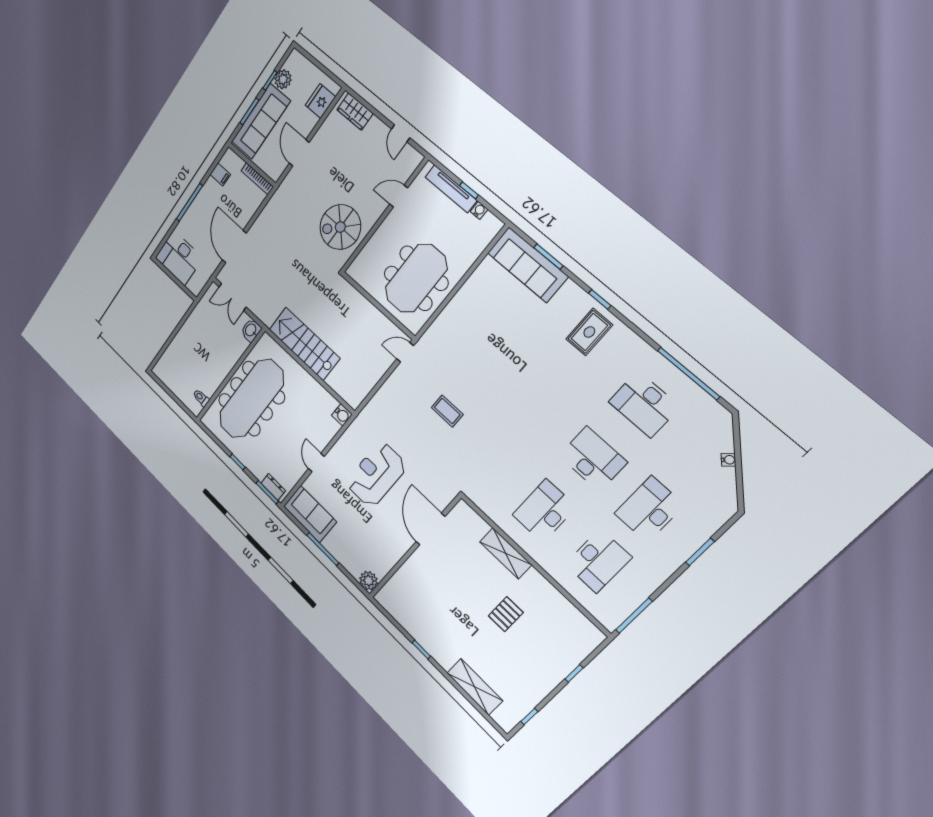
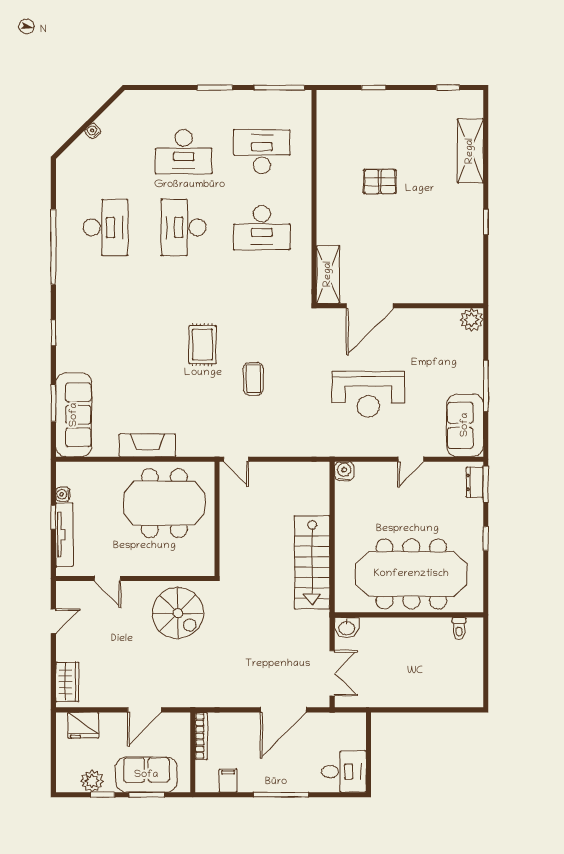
sofa: (261, 121) -> (146, 775), width x0.73
desk: (179, 258) -> (344, 772), width x0.73
fireplace: (463, 300) -> (147, 445), added
rug: (589, 332) -> (202, 345), moved, turned 90
window: (689, 374) -> (53, 247), moved
window: (700, 552) -> (215, 88), moved
shelving: (506, 553) -> (328, 274), moved

